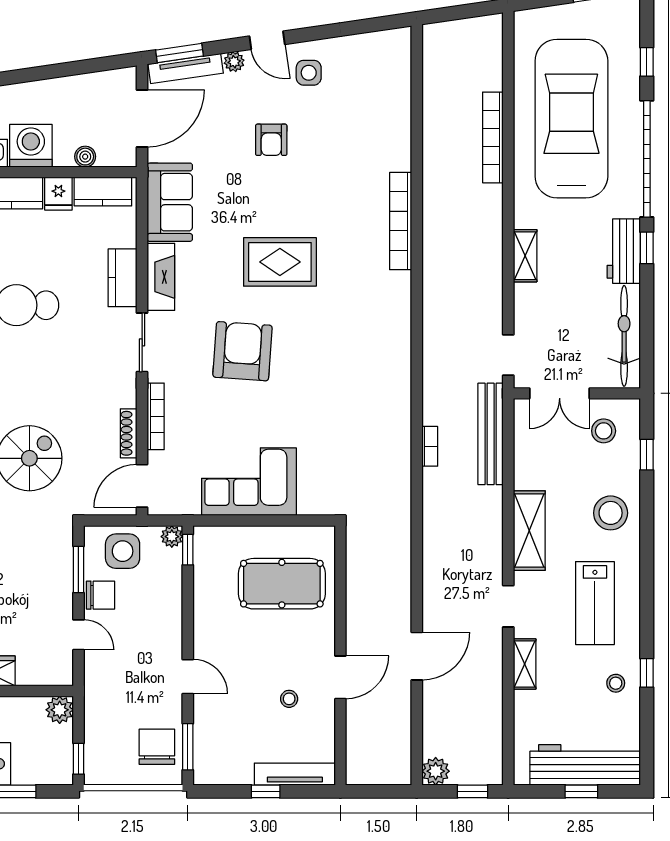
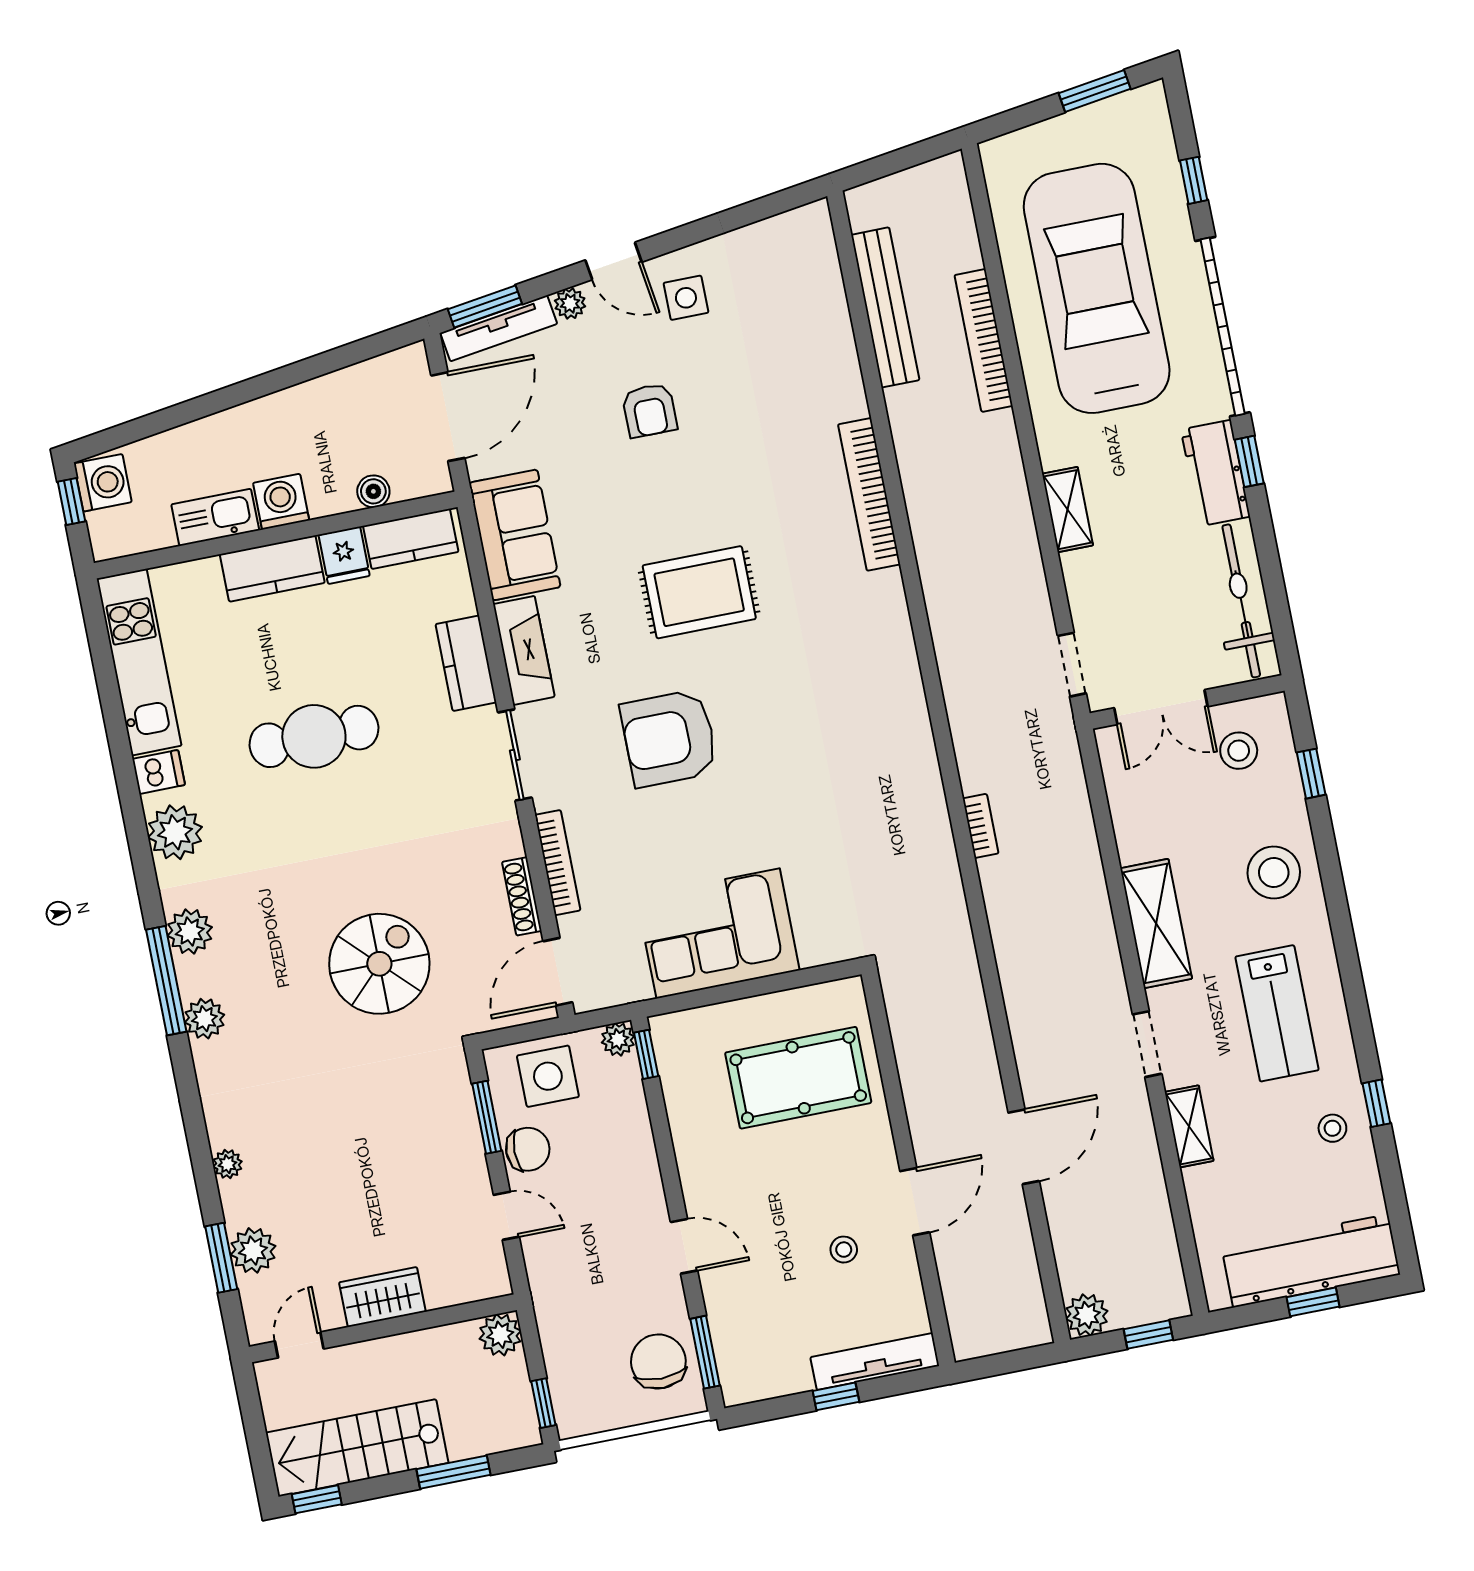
washing machine: (31, 146) -> (281, 502), width x0.73, depth x0.73
armchair: (242, 351) -> (669, 738), turned -94
bench: (491, 434) -> (885, 307), moved

